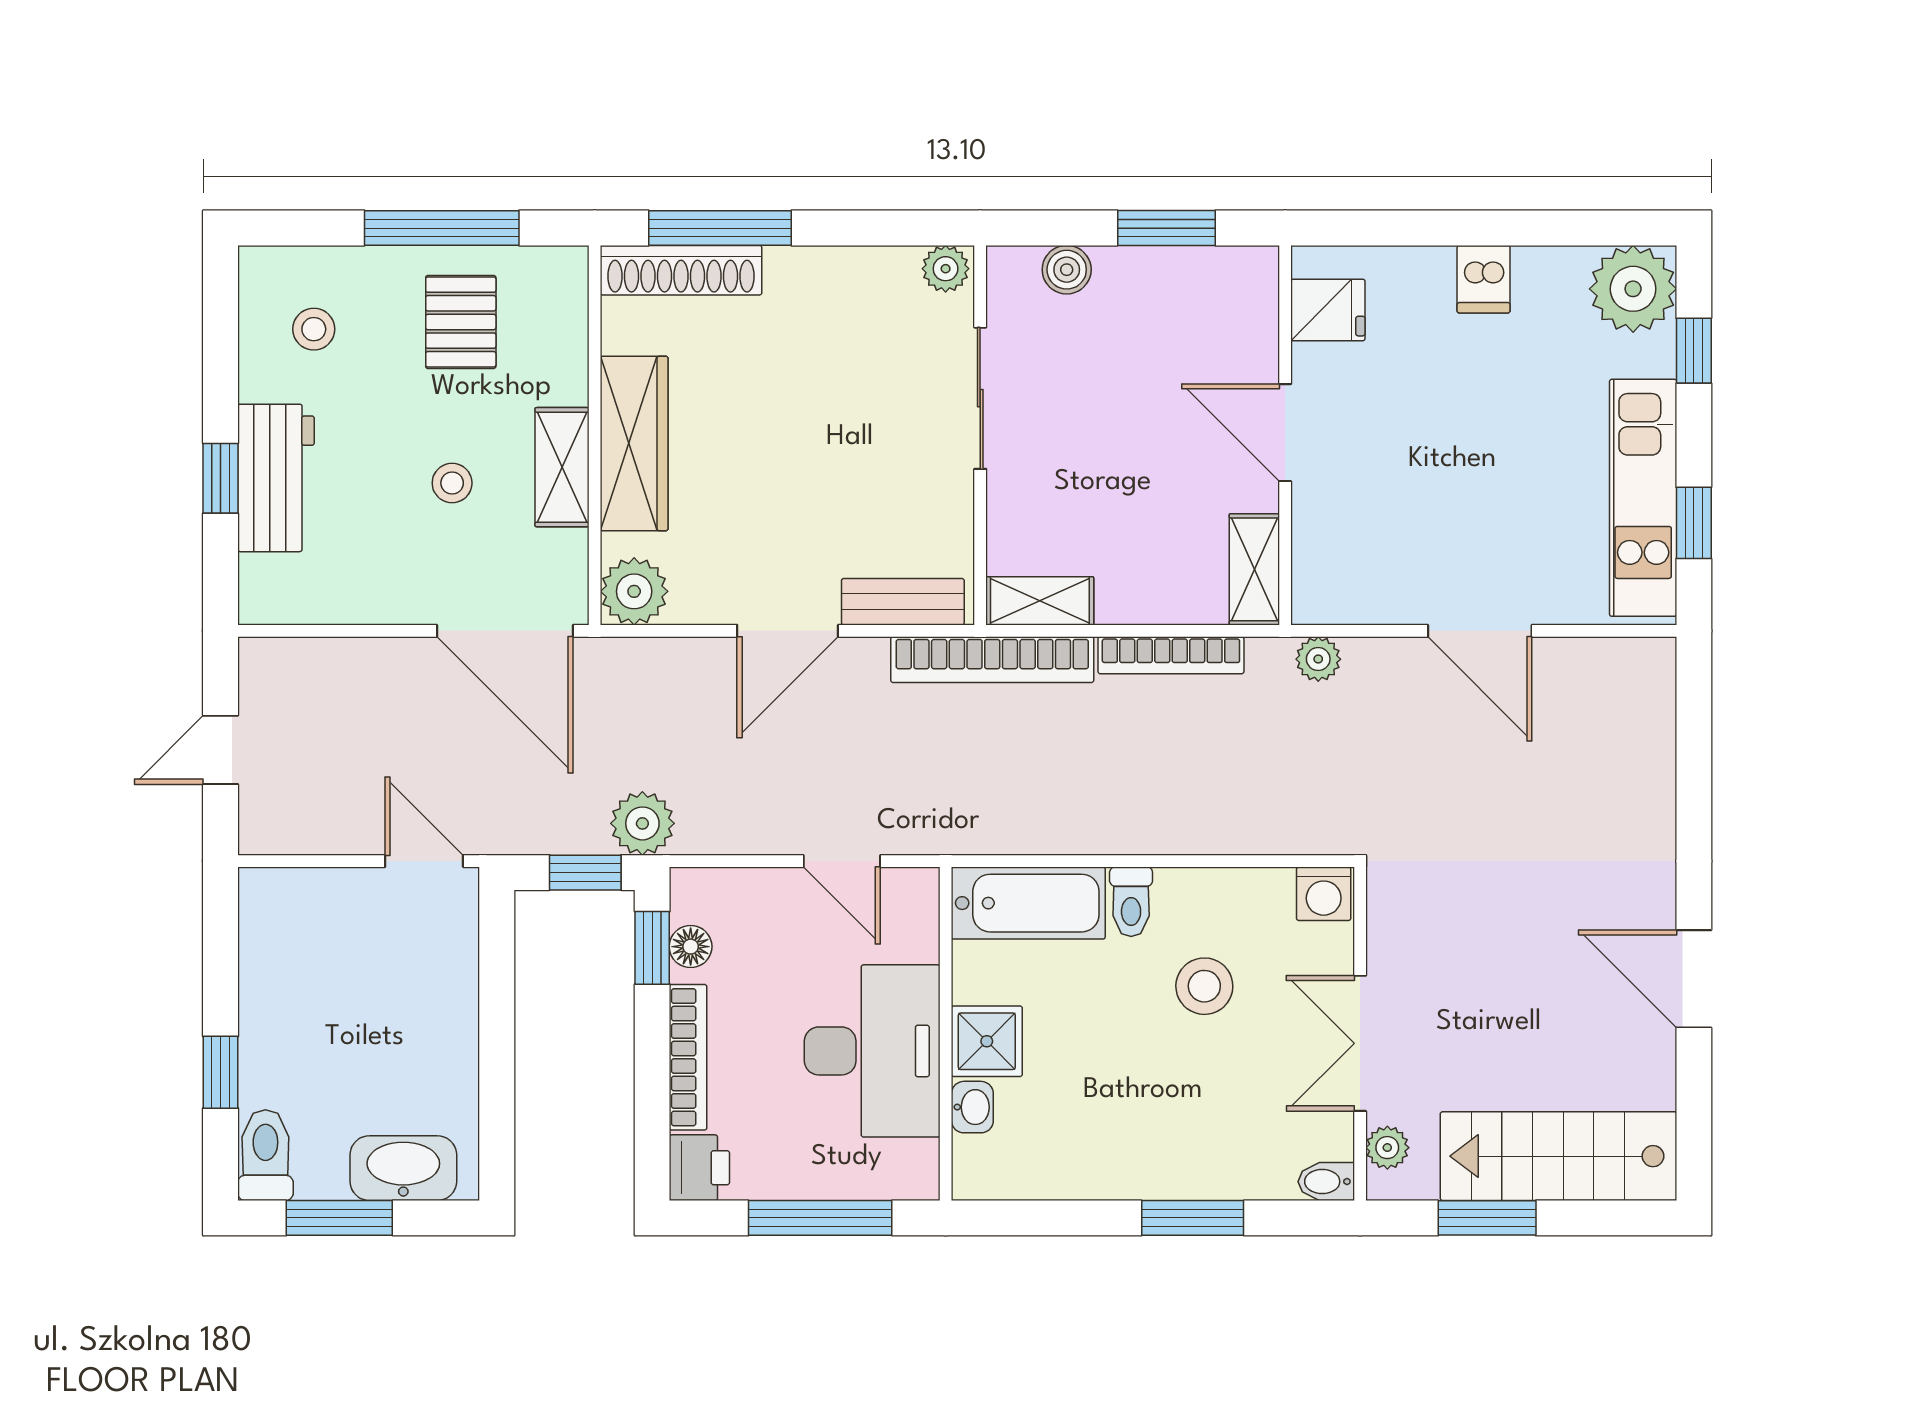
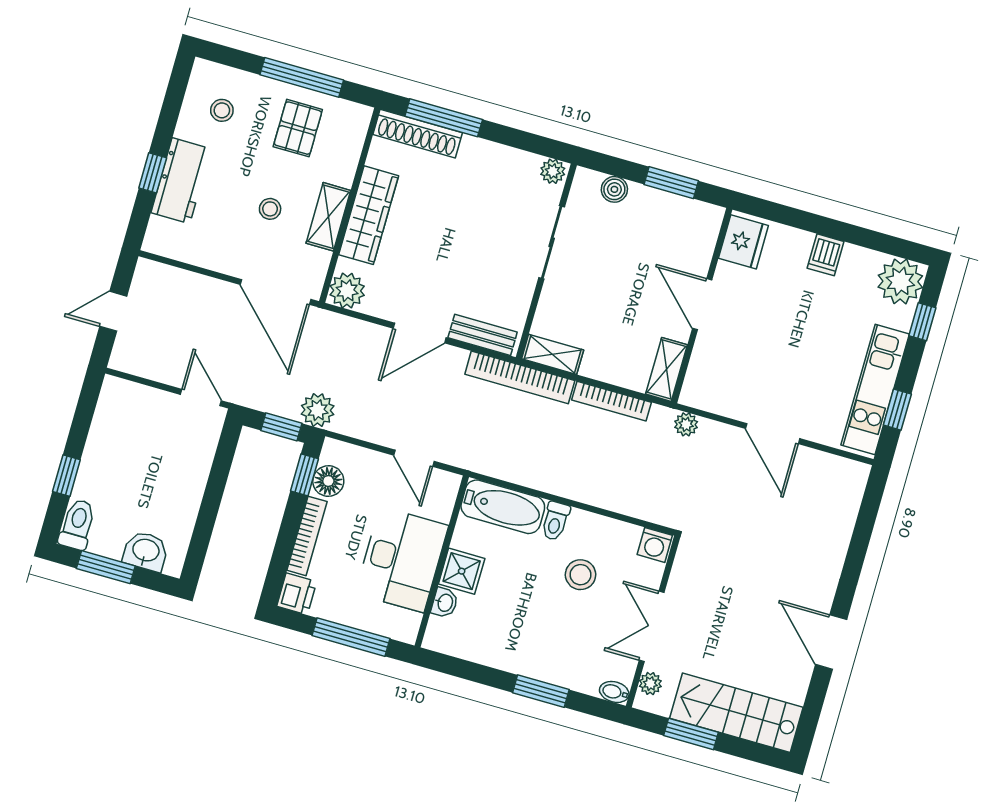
fridge: (1328, 310) -> (743, 242), width x1.38
floor lamp: (691, 947) -> (328, 481), width x1.37, depth x1.37
washbasin: (403, 1168) -> (146, 551), width x0.72

